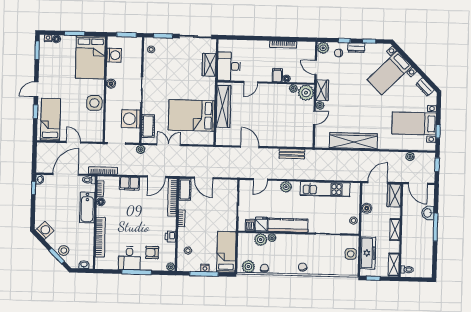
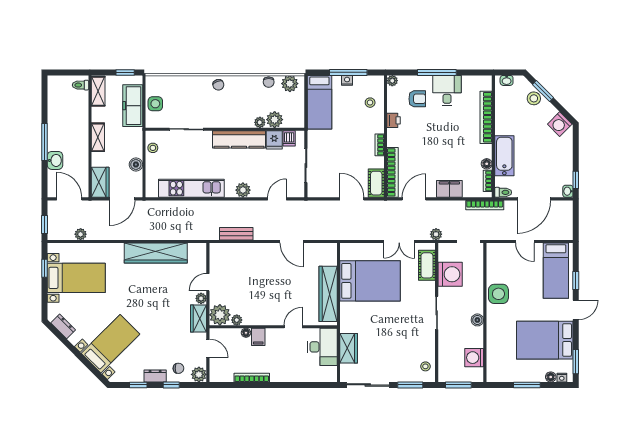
bed: (90, 57) -> (545, 340), moved, turned -90

